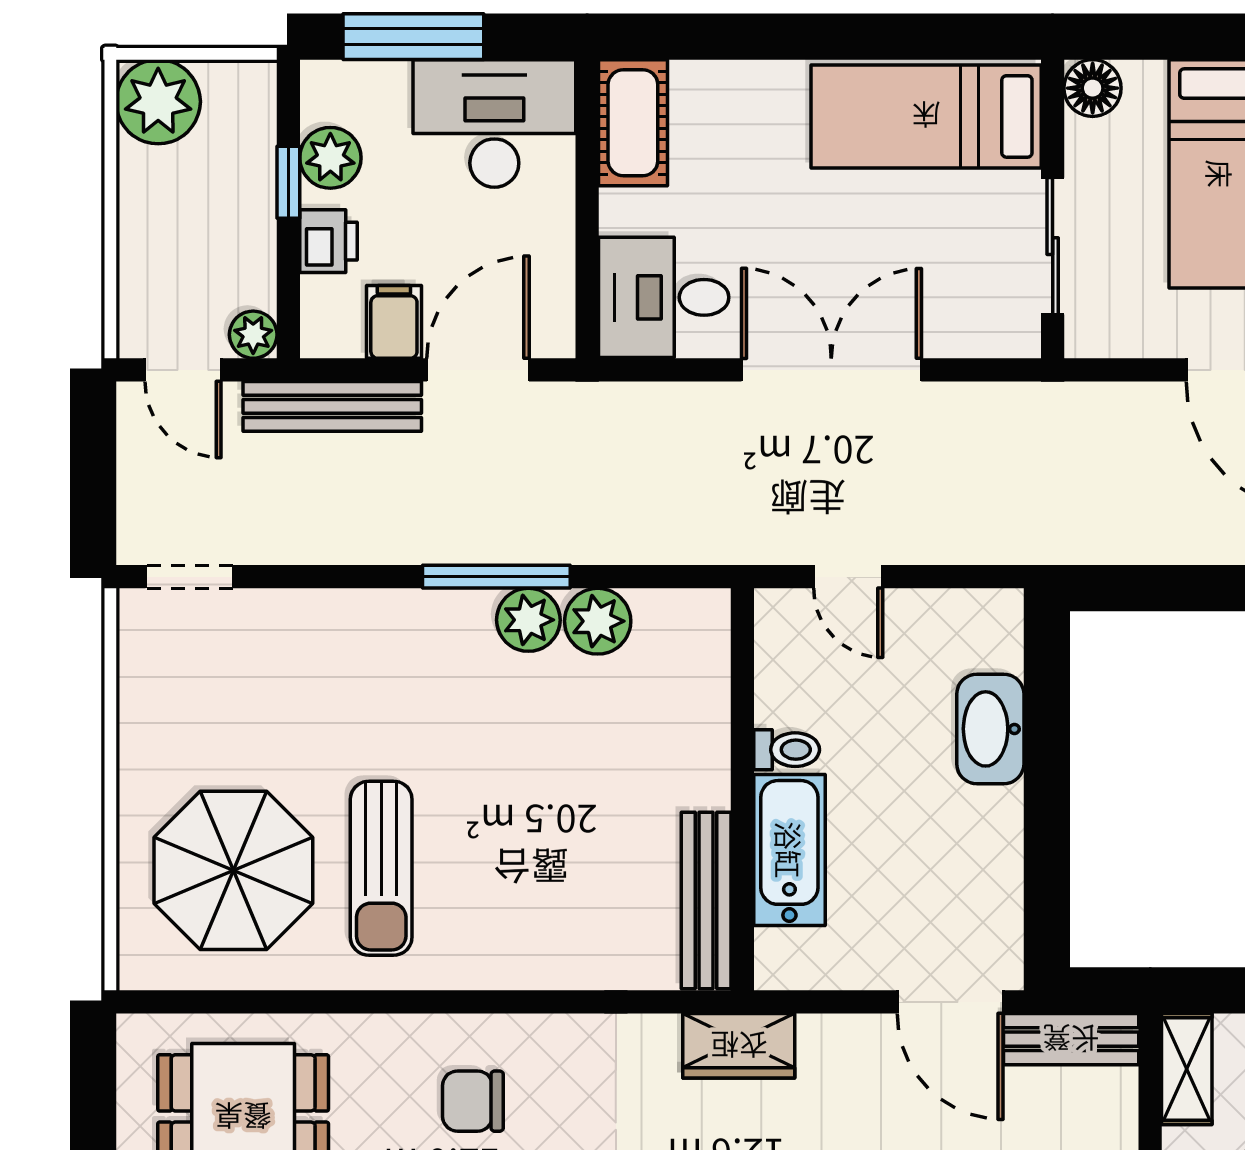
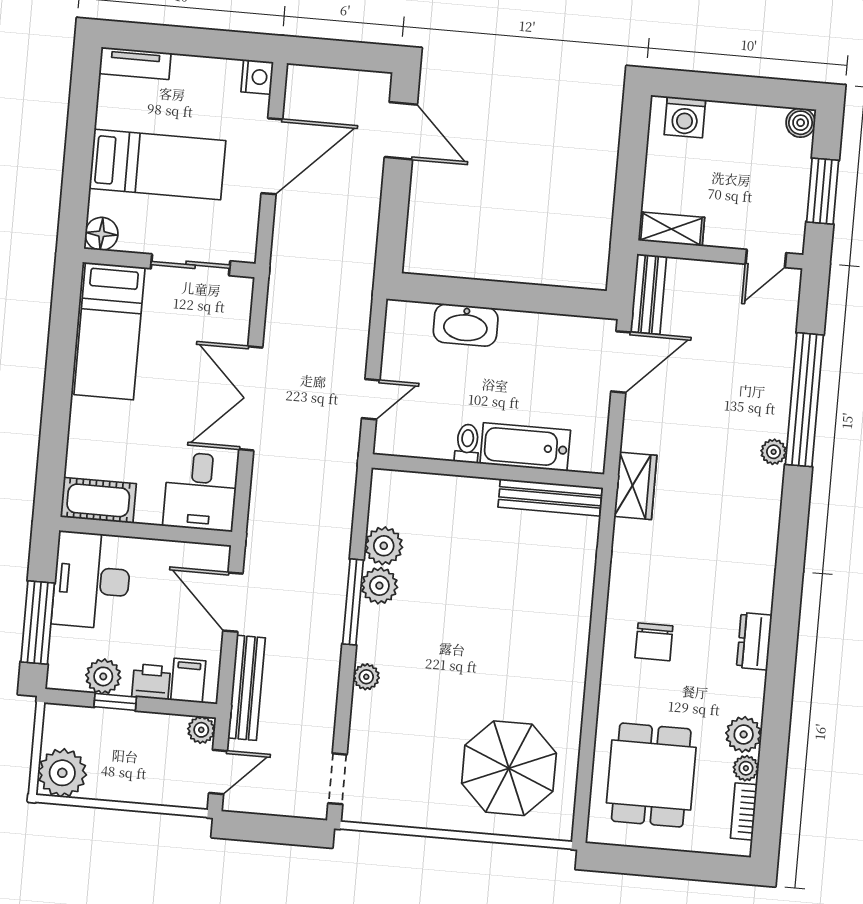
filing cabinet: (394, 322) -> (188, 680), moved, turned 90
plant: (369, 611) -> (366, 677), added
sun lounger: (381, 868) -> (515, 683), removed

